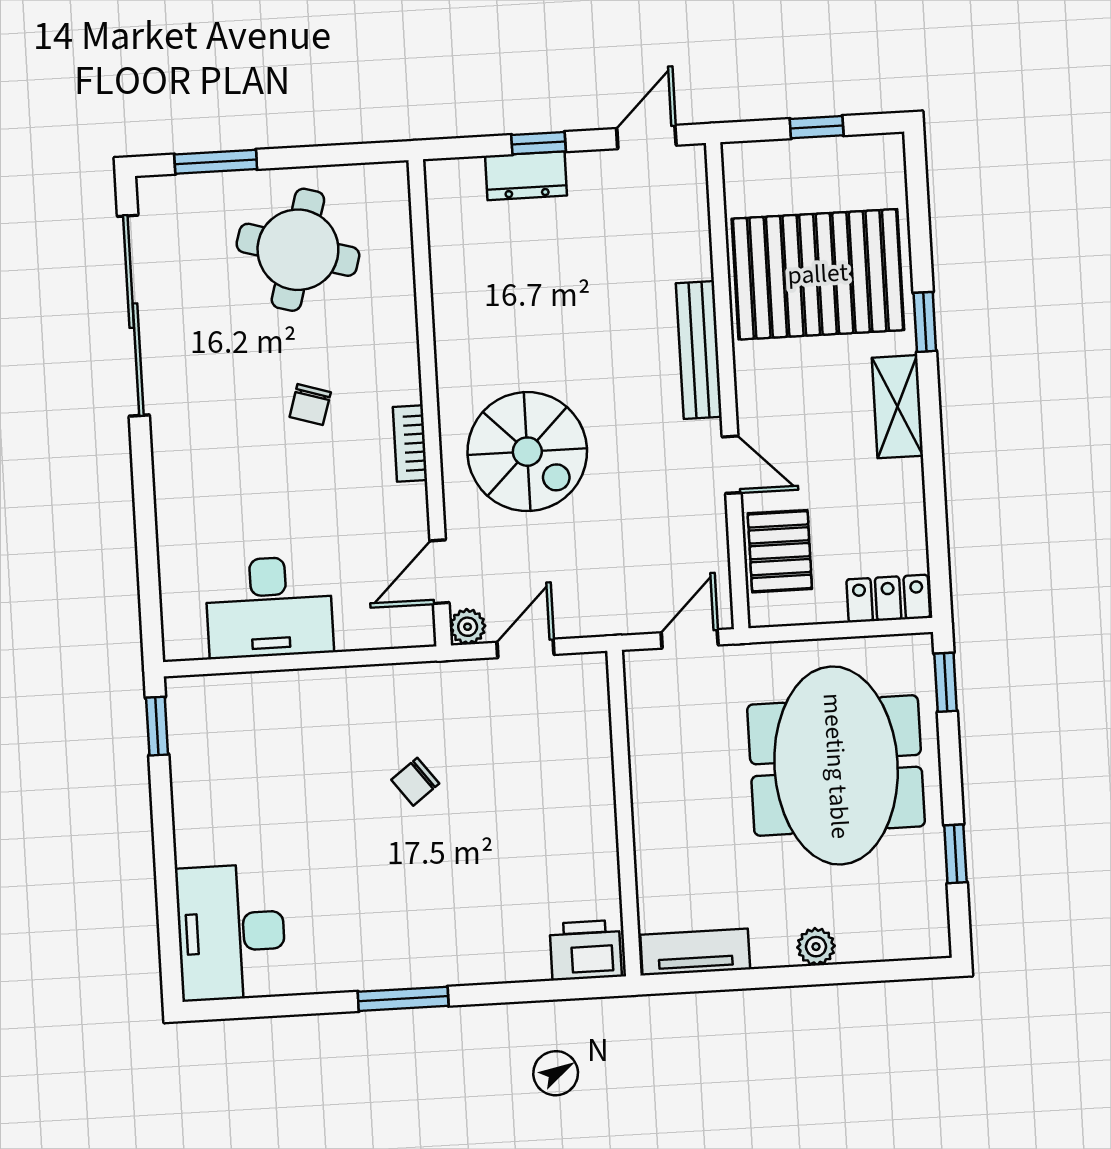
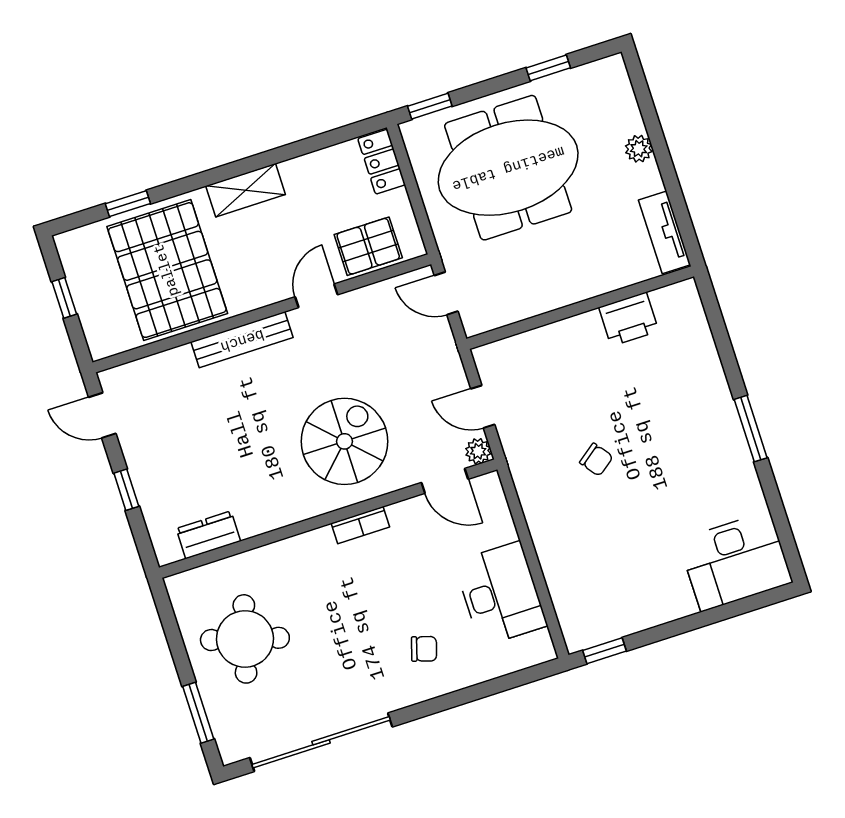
dresser: (526, 176) -> (208, 535), moved, turned -90
window: (925, 322) -> (128, 204), moved
chair: (310, 405) -> (424, 649), moved
printer: (586, 950) -> (629, 319), moved, turned -90

